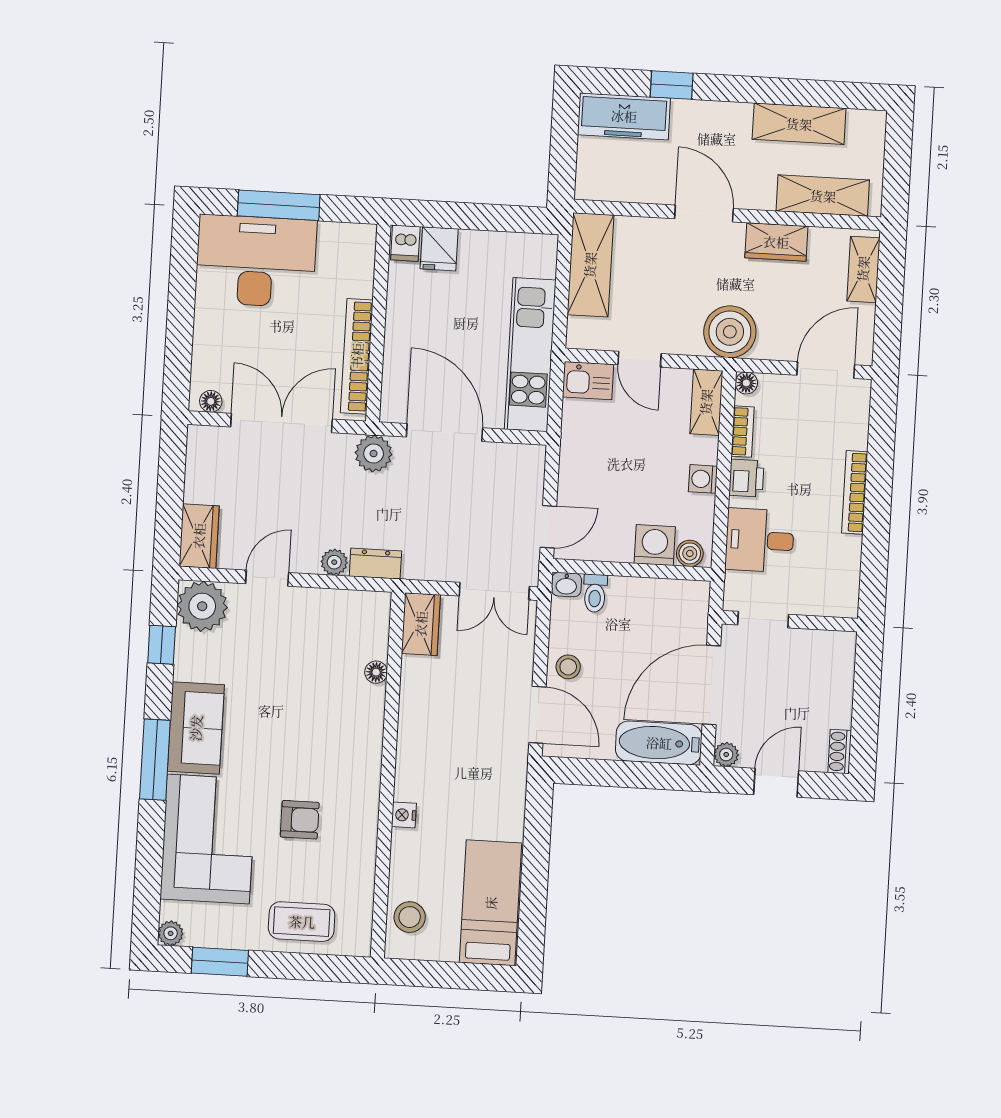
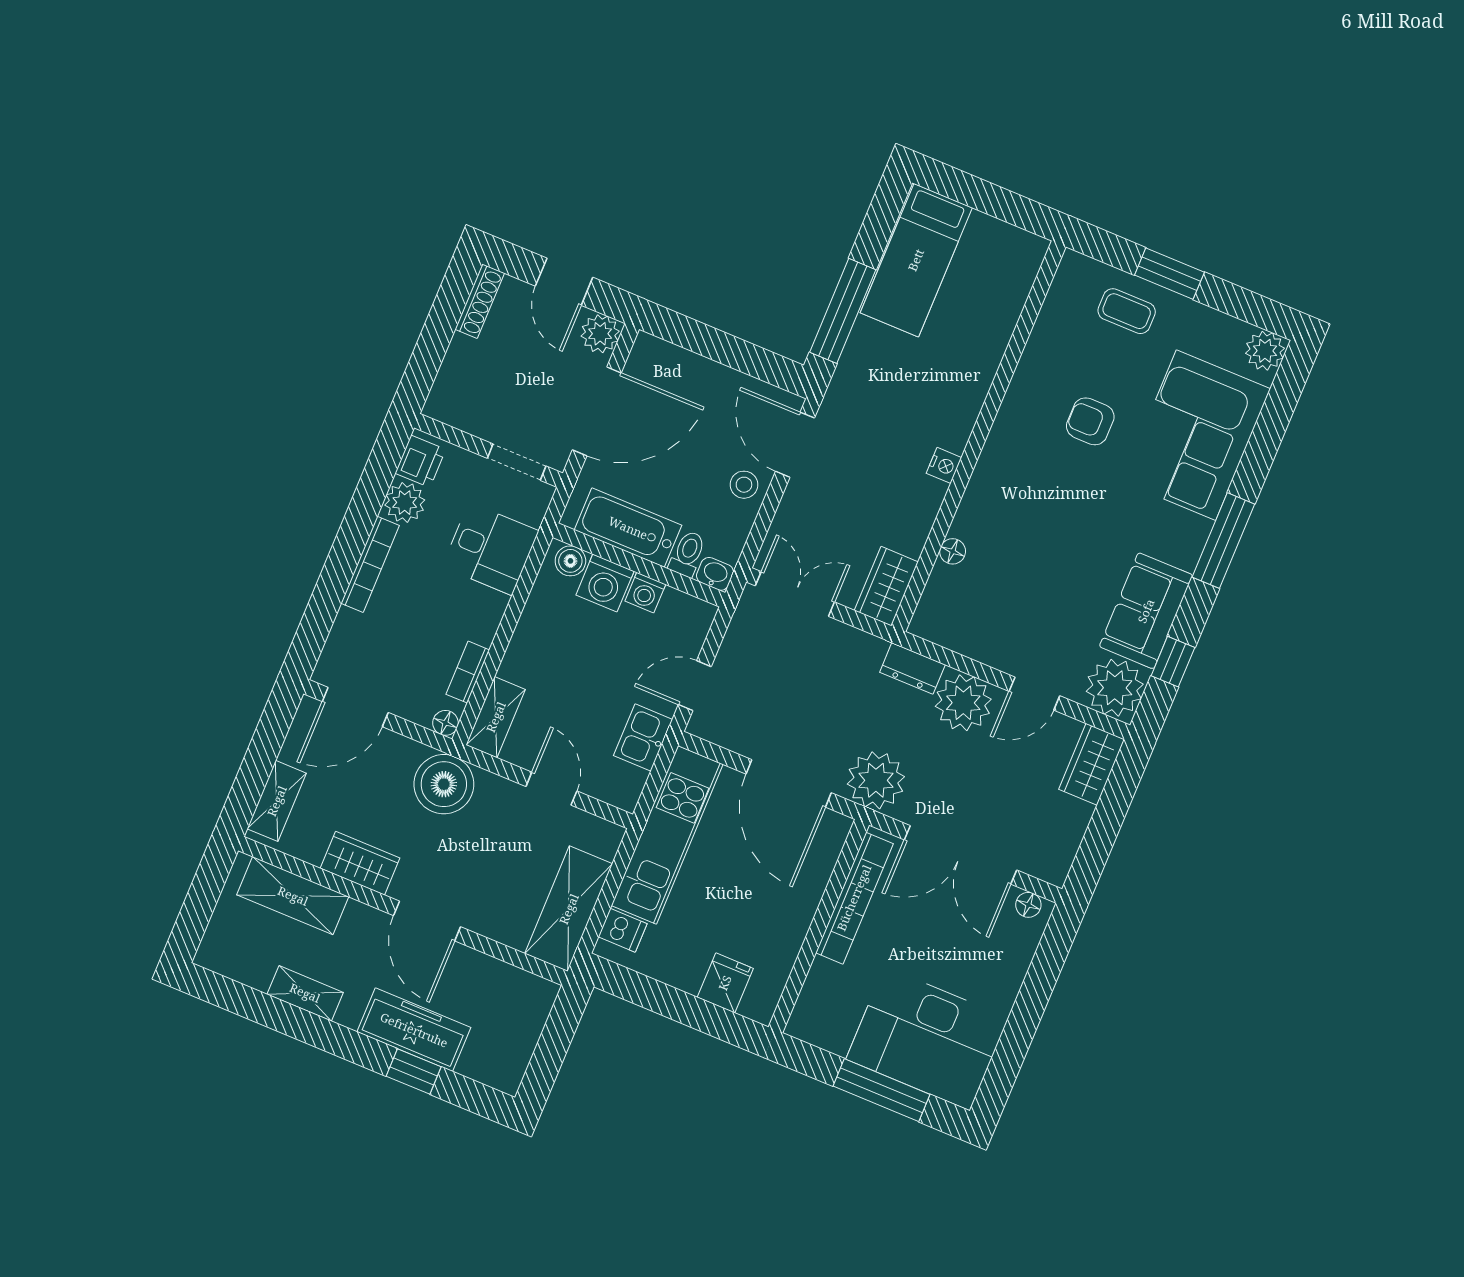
freezer: (624, 116) -> (414, 1030), moved
shelving: (799, 124) -> (305, 993), width x0.67, depth x0.75
dishwasher: (405, 243) -> (623, 930), moved, turned 90
kitchen sink: (588, 381) -> (643, 738), moved, turned -90
plant: (374, 453) -> (876, 780), width x1.36, depth x1.36
printer: (746, 478) -> (420, 461), moved, turned 180
washing machine: (703, 479) -> (645, 593), moved, turned 90
door: (548, 527) -> (695, 686), moved
plant: (844, 554) -> (405, 503), added
plant: (334, 562) -> (963, 703), width x1.88, depth x1.88
sofa: (196, 728) -> (1146, 611), moved
bathtub: (659, 743) -> (628, 528), moved, turned 180
shoe rack: (840, 752) -> (480, 301), width x1.43
plant: (726, 755) -> (600, 334), width x1.38, depth x1.38
door: (776, 783) -> (564, 282), hinge flipped
nightstand: (404, 815) -> (944, 465), moved
window: (537, 839) -> (843, 311), added
stool: (410, 917) -> (1009, 275), removed
coffee table: (302, 922) -> (1127, 311), width x0.73, depth x0.77
plant: (171, 933) -> (1265, 351), width x1.38, depth x1.38
window: (220, 962) -> (1169, 274), moved

